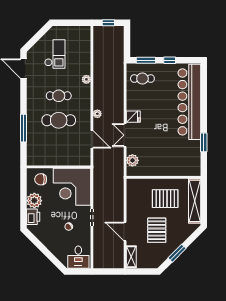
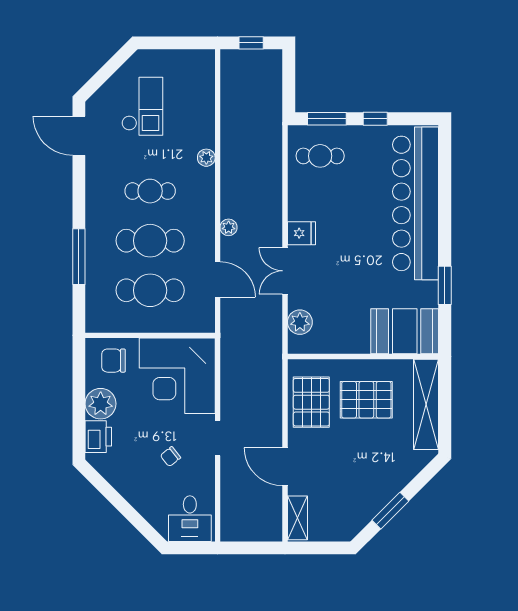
cafe table: (59, 145) -> (150, 290), added
booth: (184, 165) -> (405, 331), added
pallet: (157, 230) -> (311, 402), moved

